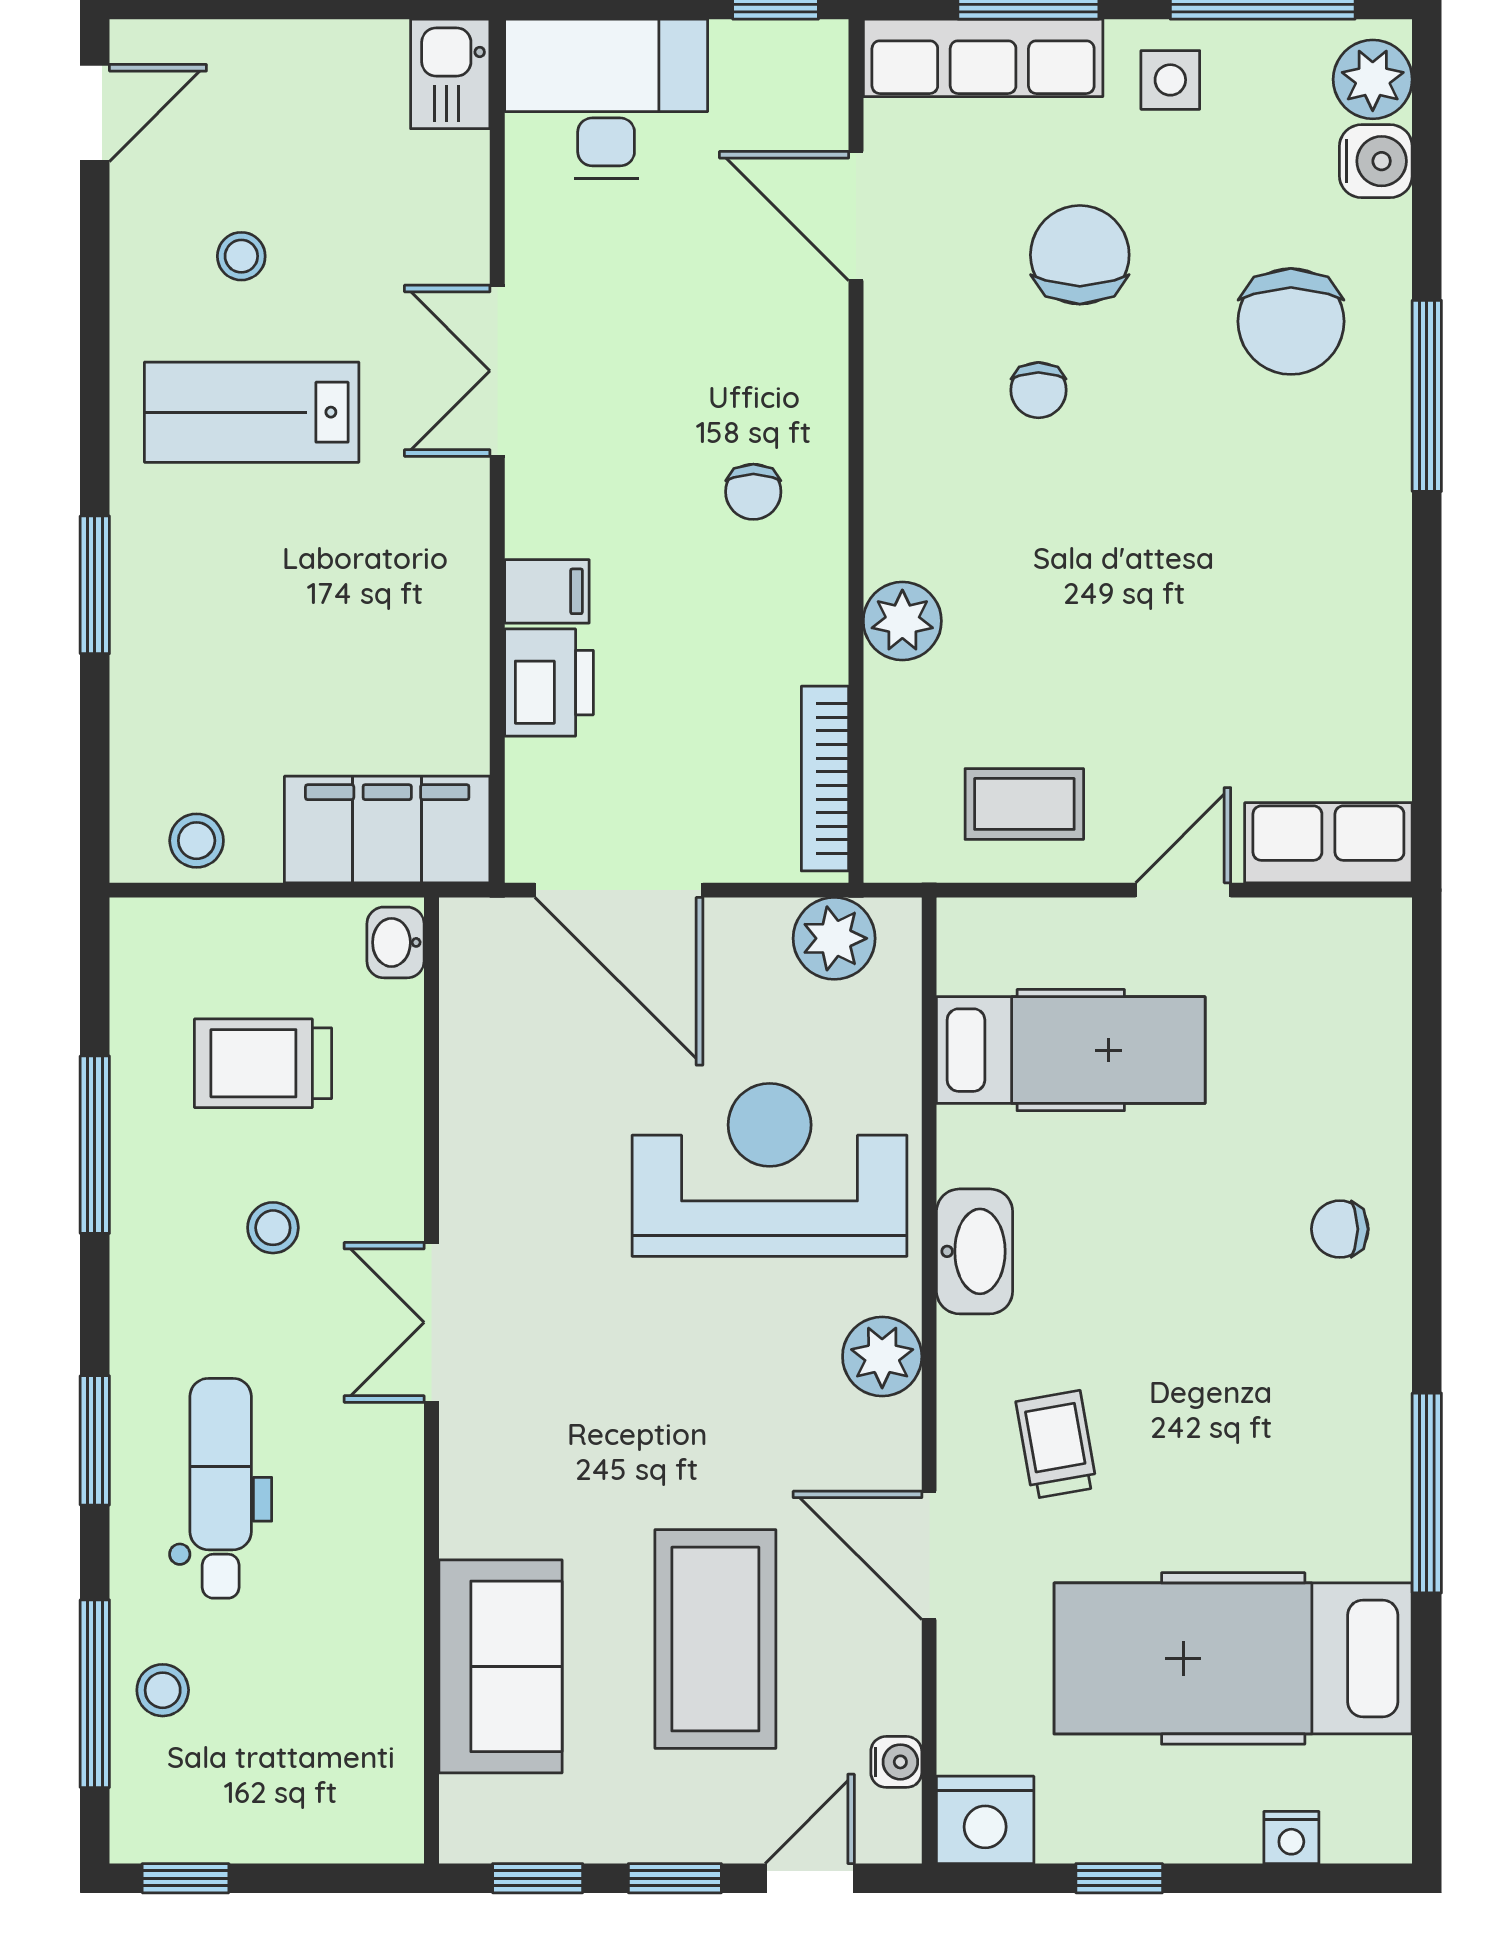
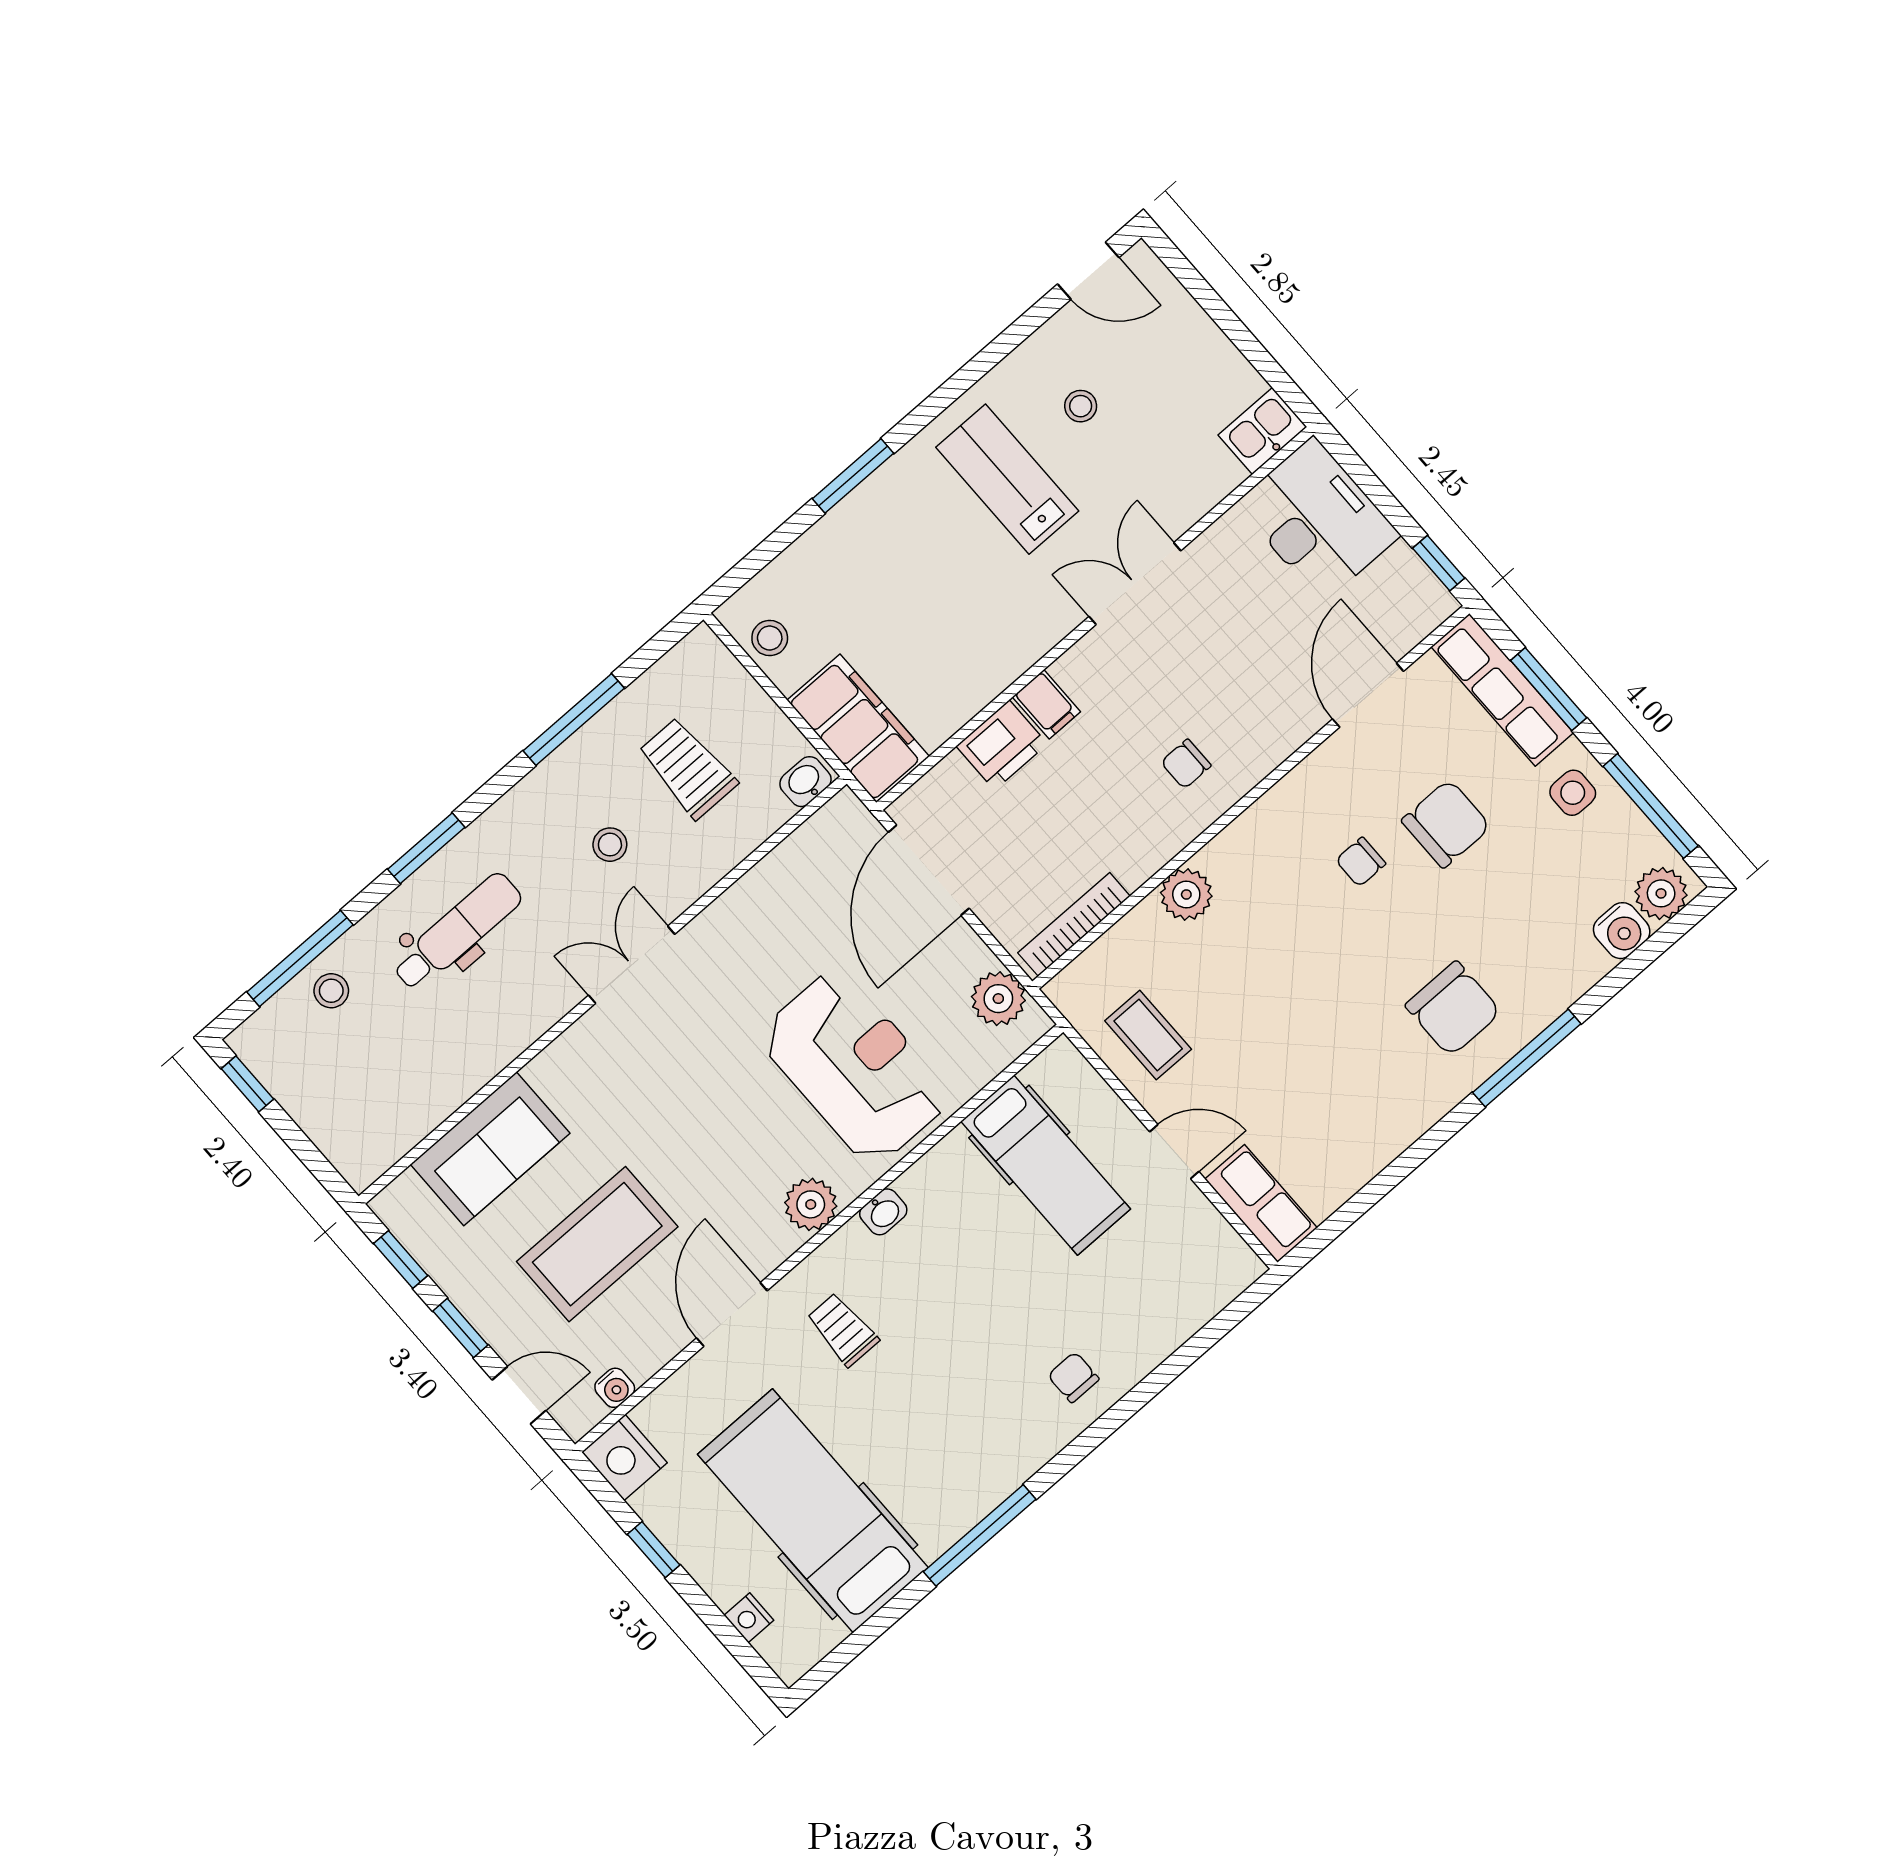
chair: (1291, 321) -> (1453, 1009), moved, turned -90
washbasin: (975, 1251) -> (883, 1212), width x0.52, depth x0.69
trolley: (1056, 1444) -> (843, 1330), turned -80

